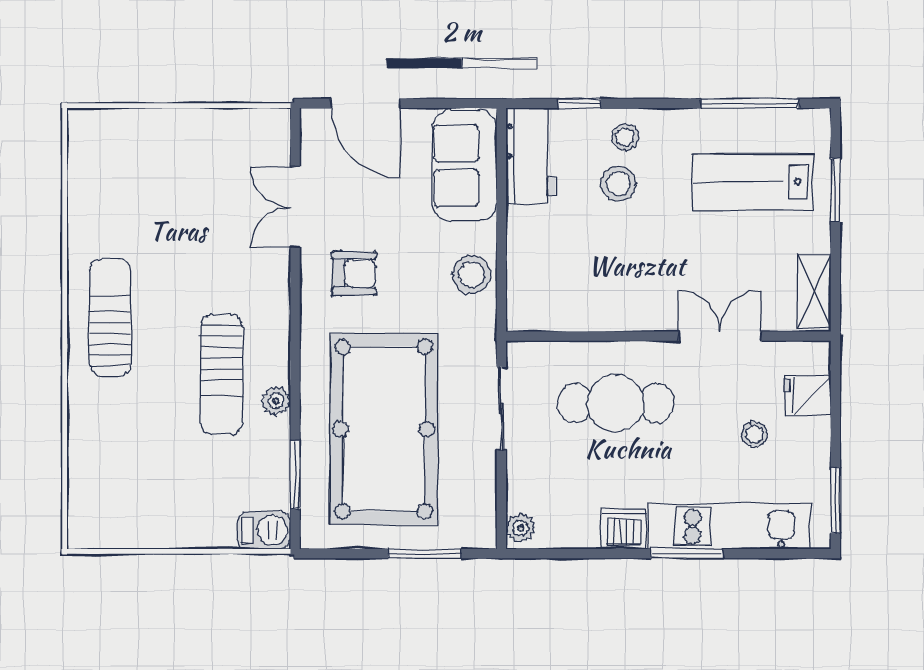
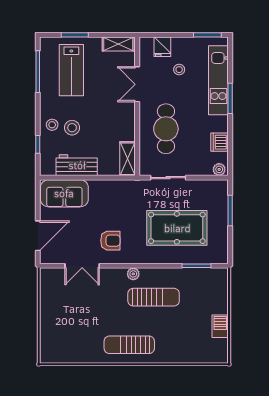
workbench: (531, 156) -> (77, 165), moved
armchair: (354, 273) -> (110, 241), turned 90
stool: (471, 274) -> (111, 190), removed
shelving: (546, 314) -> (128, 159), added
plant: (276, 401) -> (133, 274), moved
pool table: (384, 429) -> (177, 228), width x0.73, depth x0.76
dishwasher: (624, 529) -> (219, 142), moved
barbecue: (264, 530) -> (220, 326), moved

